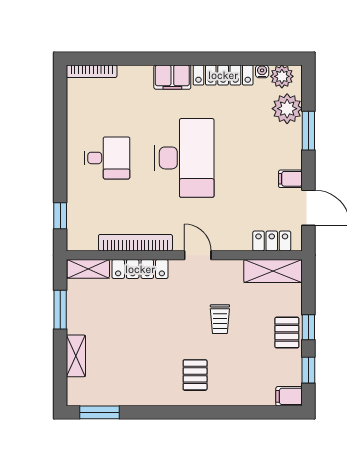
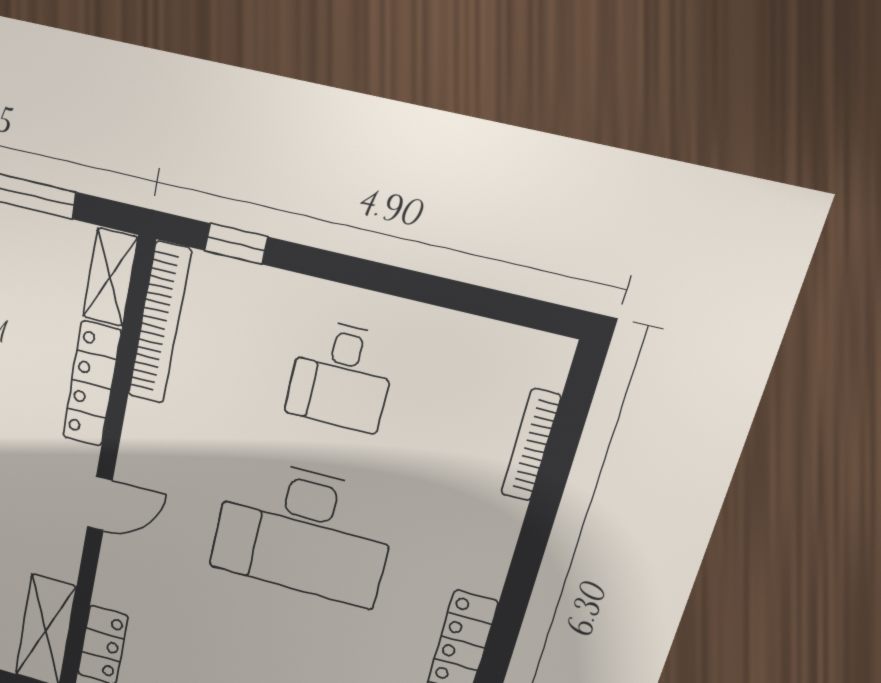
bookcase: (92, 71) -> (531, 445), moved
filing cabinet: (172, 77) -> (484, 555), removed
bookcase: (135, 243) -> (159, 323), moved

